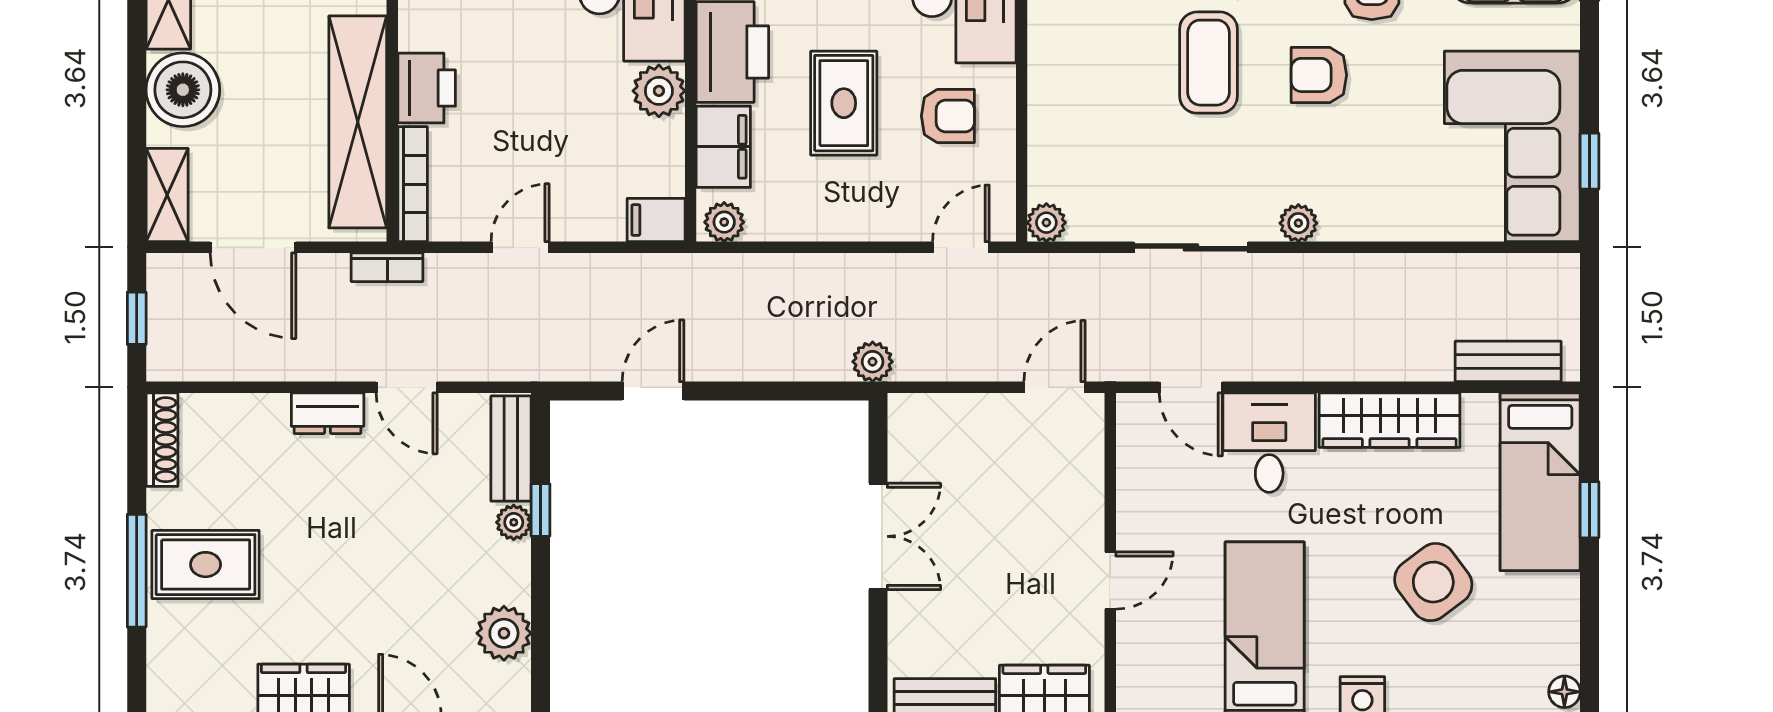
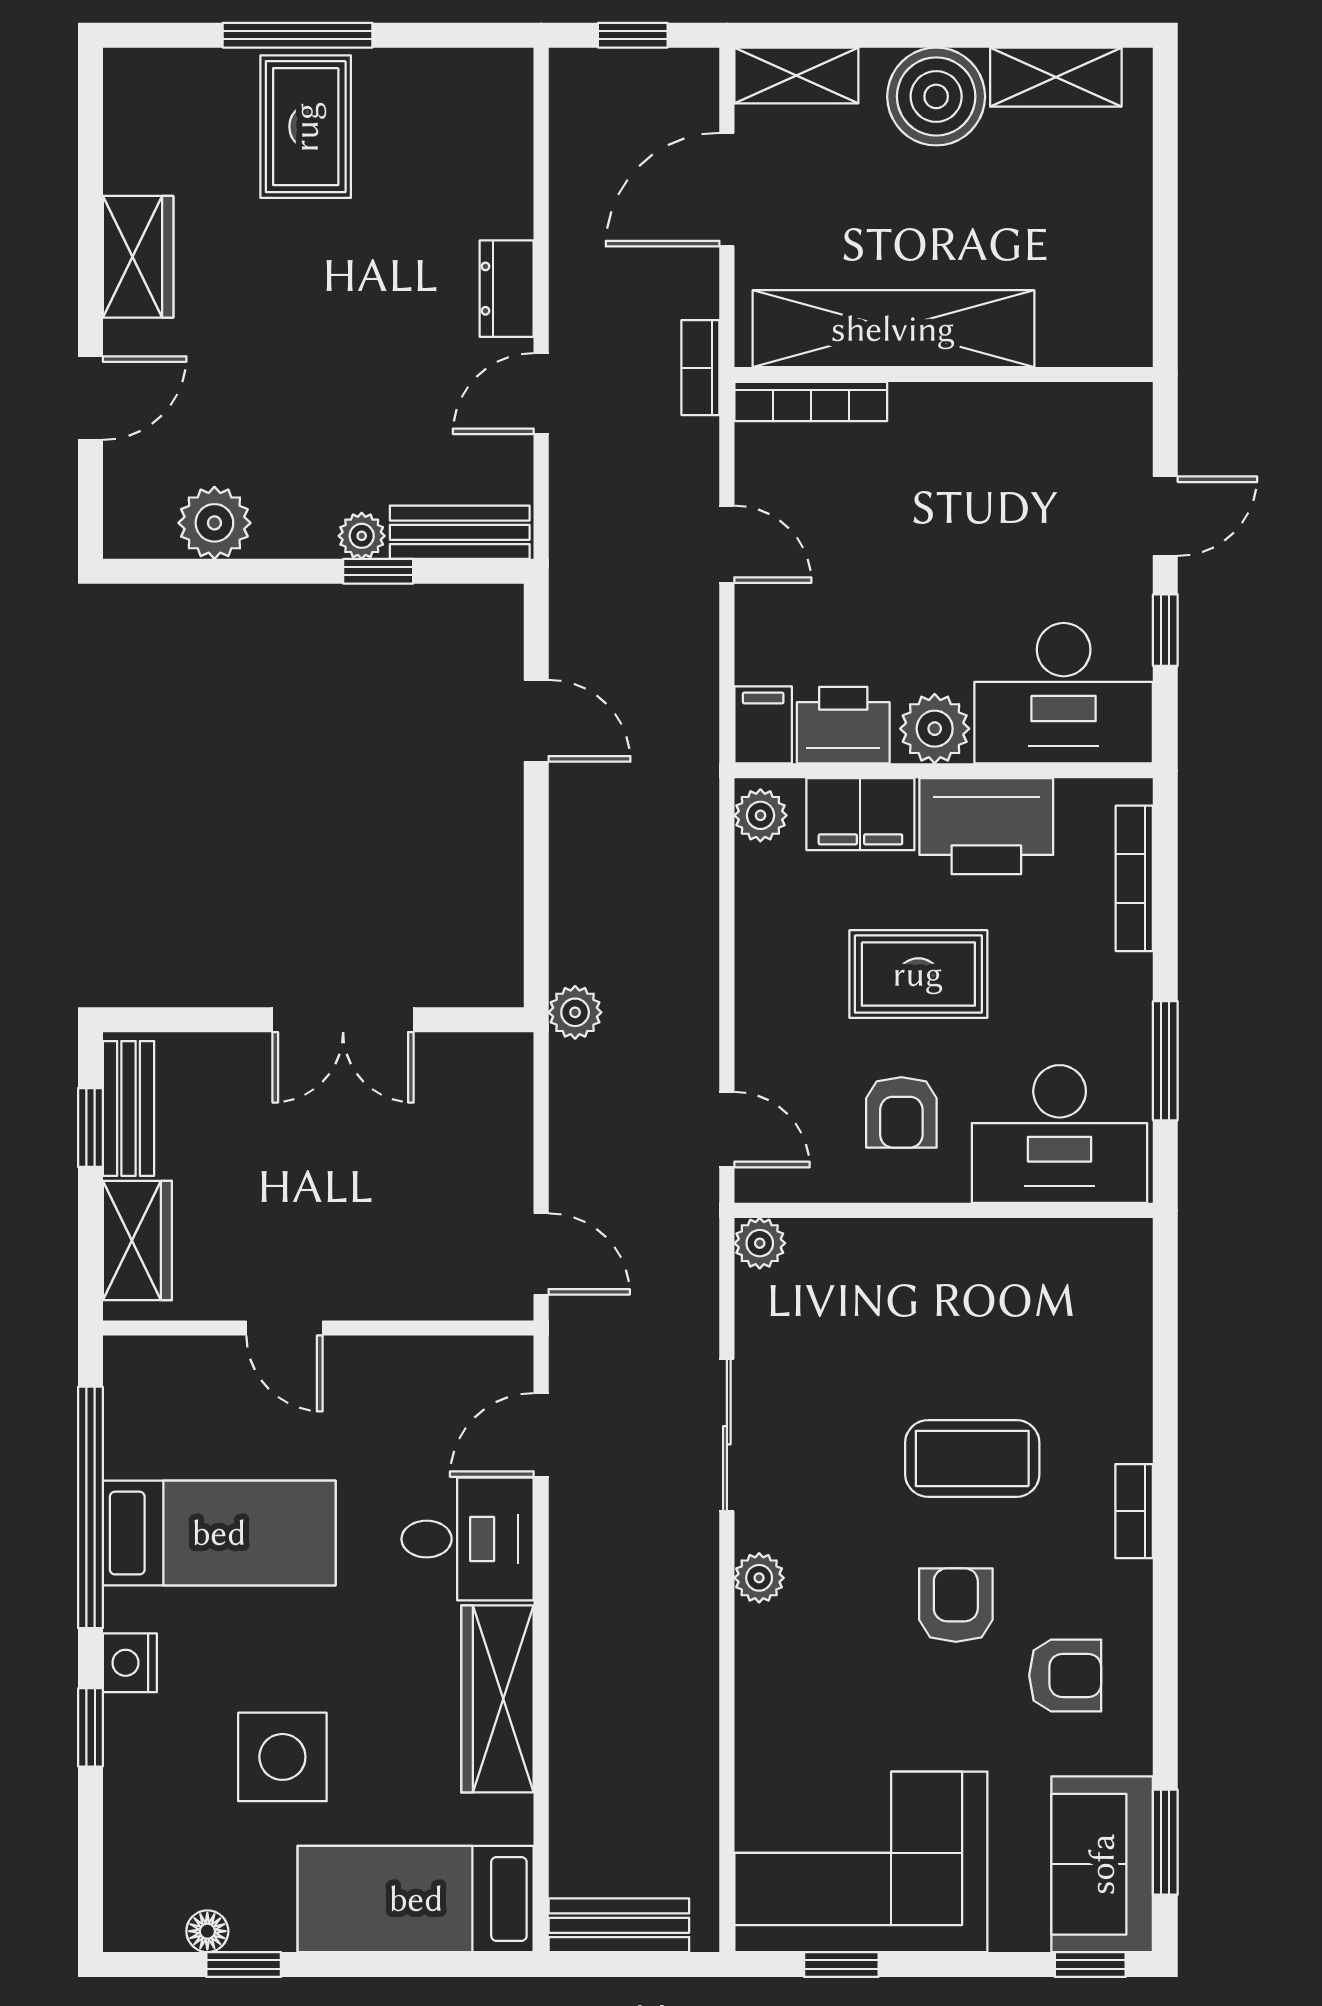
printer: (427, 88) -> (843, 725), moved, turned 180
bench: (1508, 361) -> (619, 1925), moved, turned 90
shoe rack: (162, 440) -> (472, 69), removed
window: (1590, 510) -> (244, 1965), moved
side table: (1433, 582) -> (282, 1757), turned 37
floor lamp: (1564, 692) -> (207, 1931), moved

